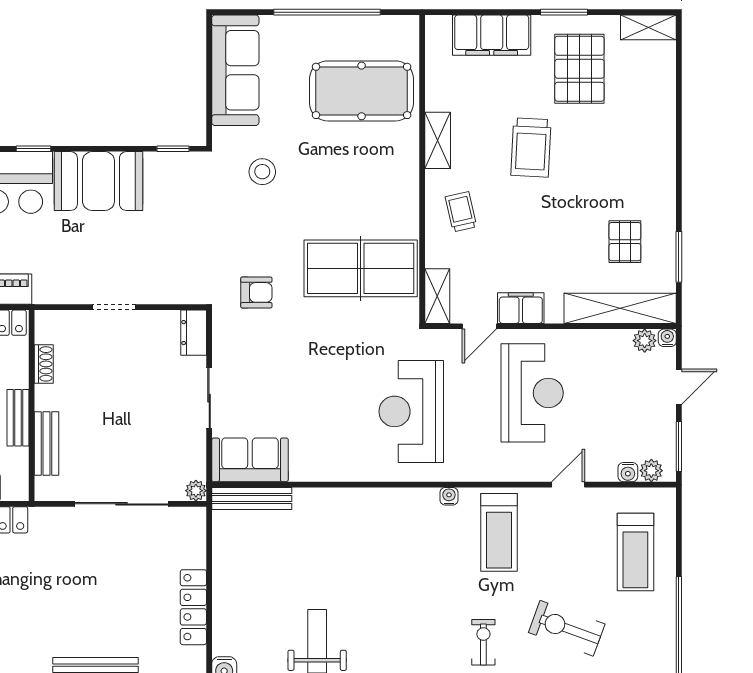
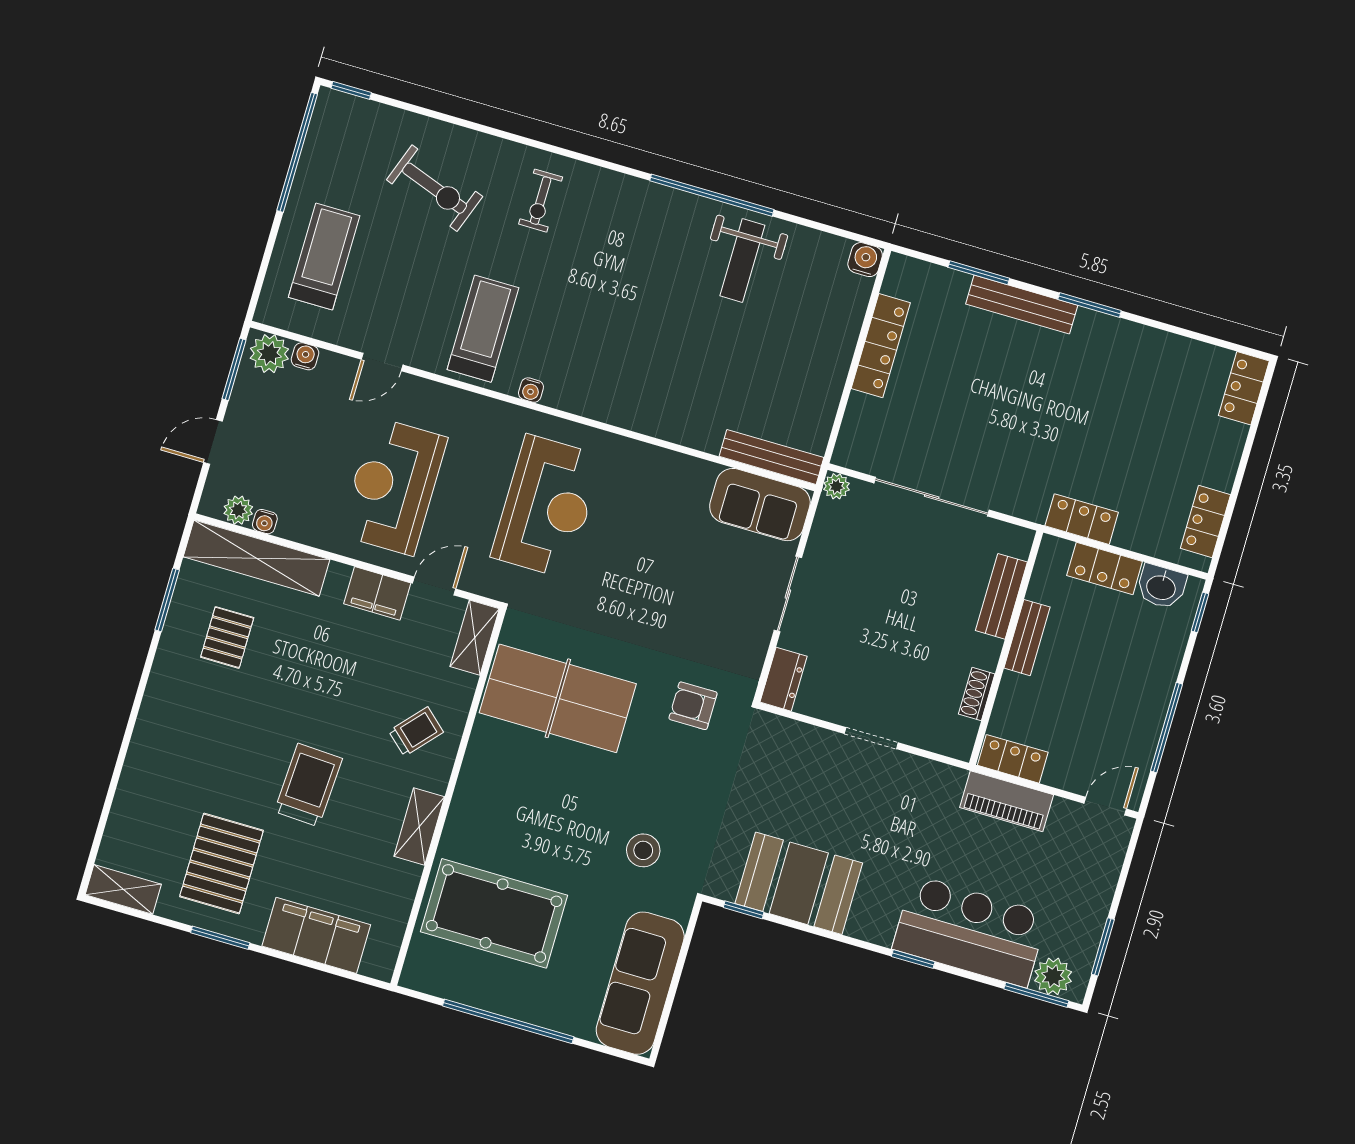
booth: (98, 181) -> (799, 883), moved
trolley: (461, 212) -> (416, 732), turned -125
water cooler: (667, 338) -> (265, 522), moved
plant: (651, 471) -> (269, 354), width x1.38, depth x1.38

